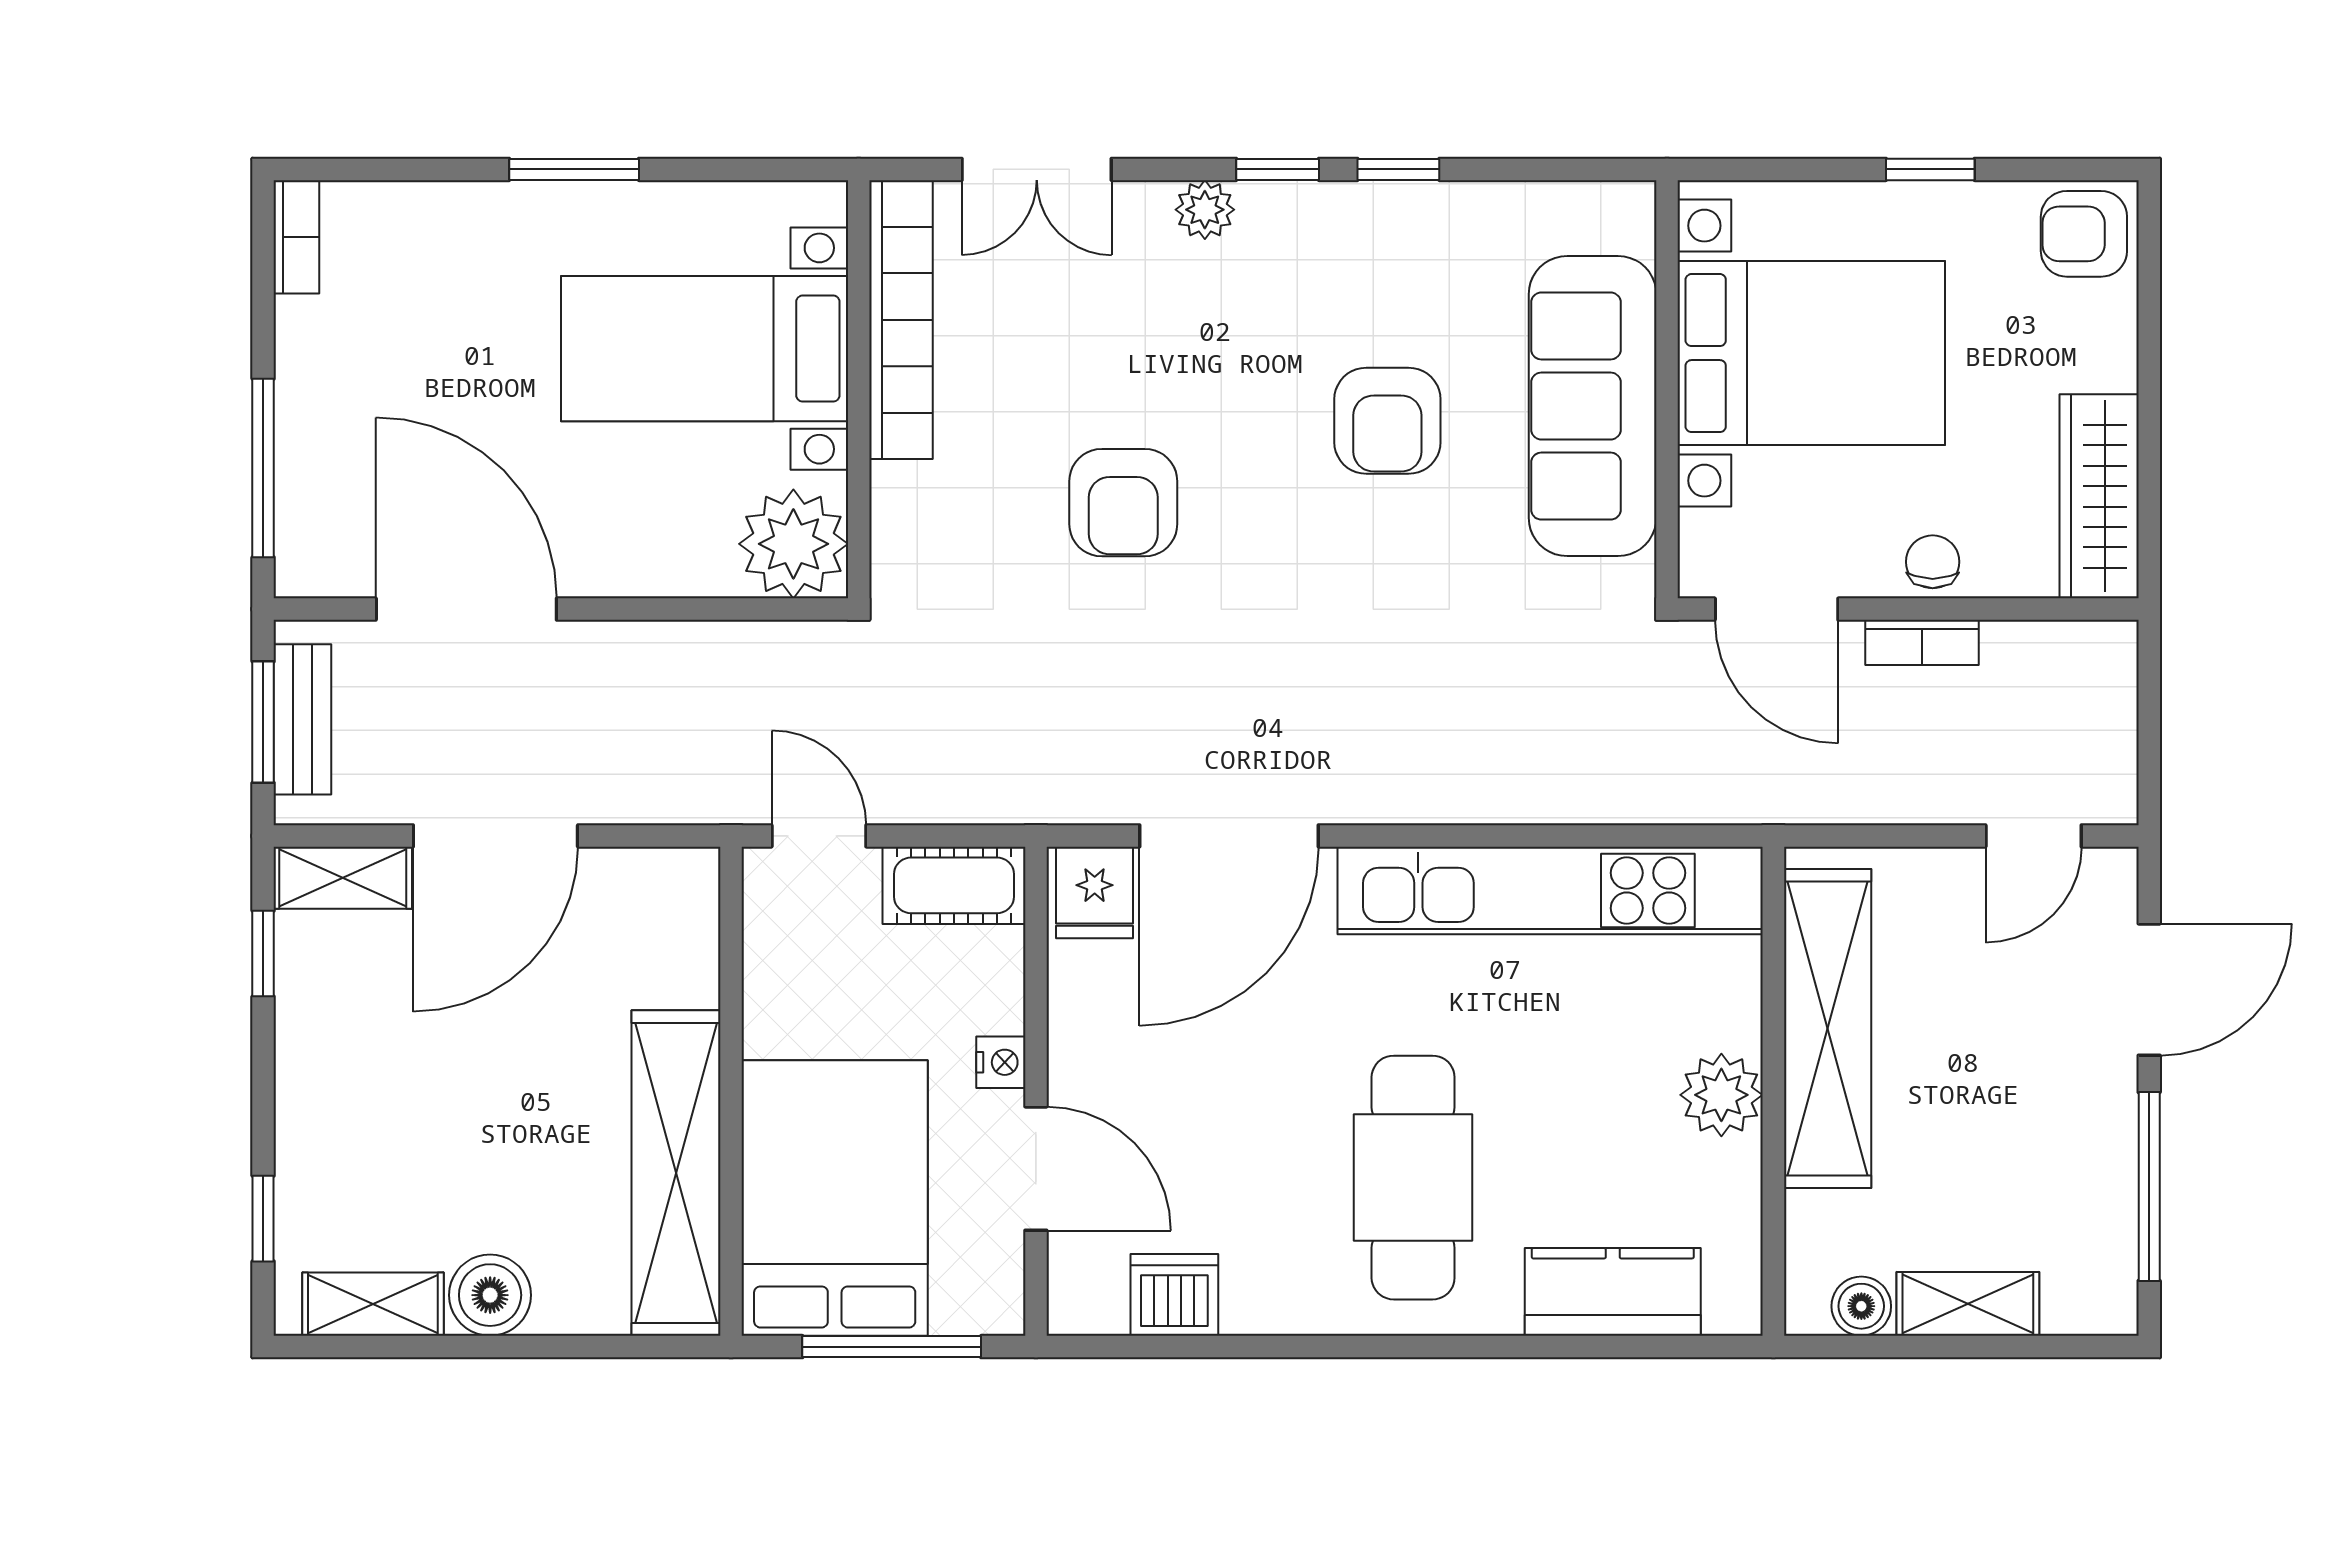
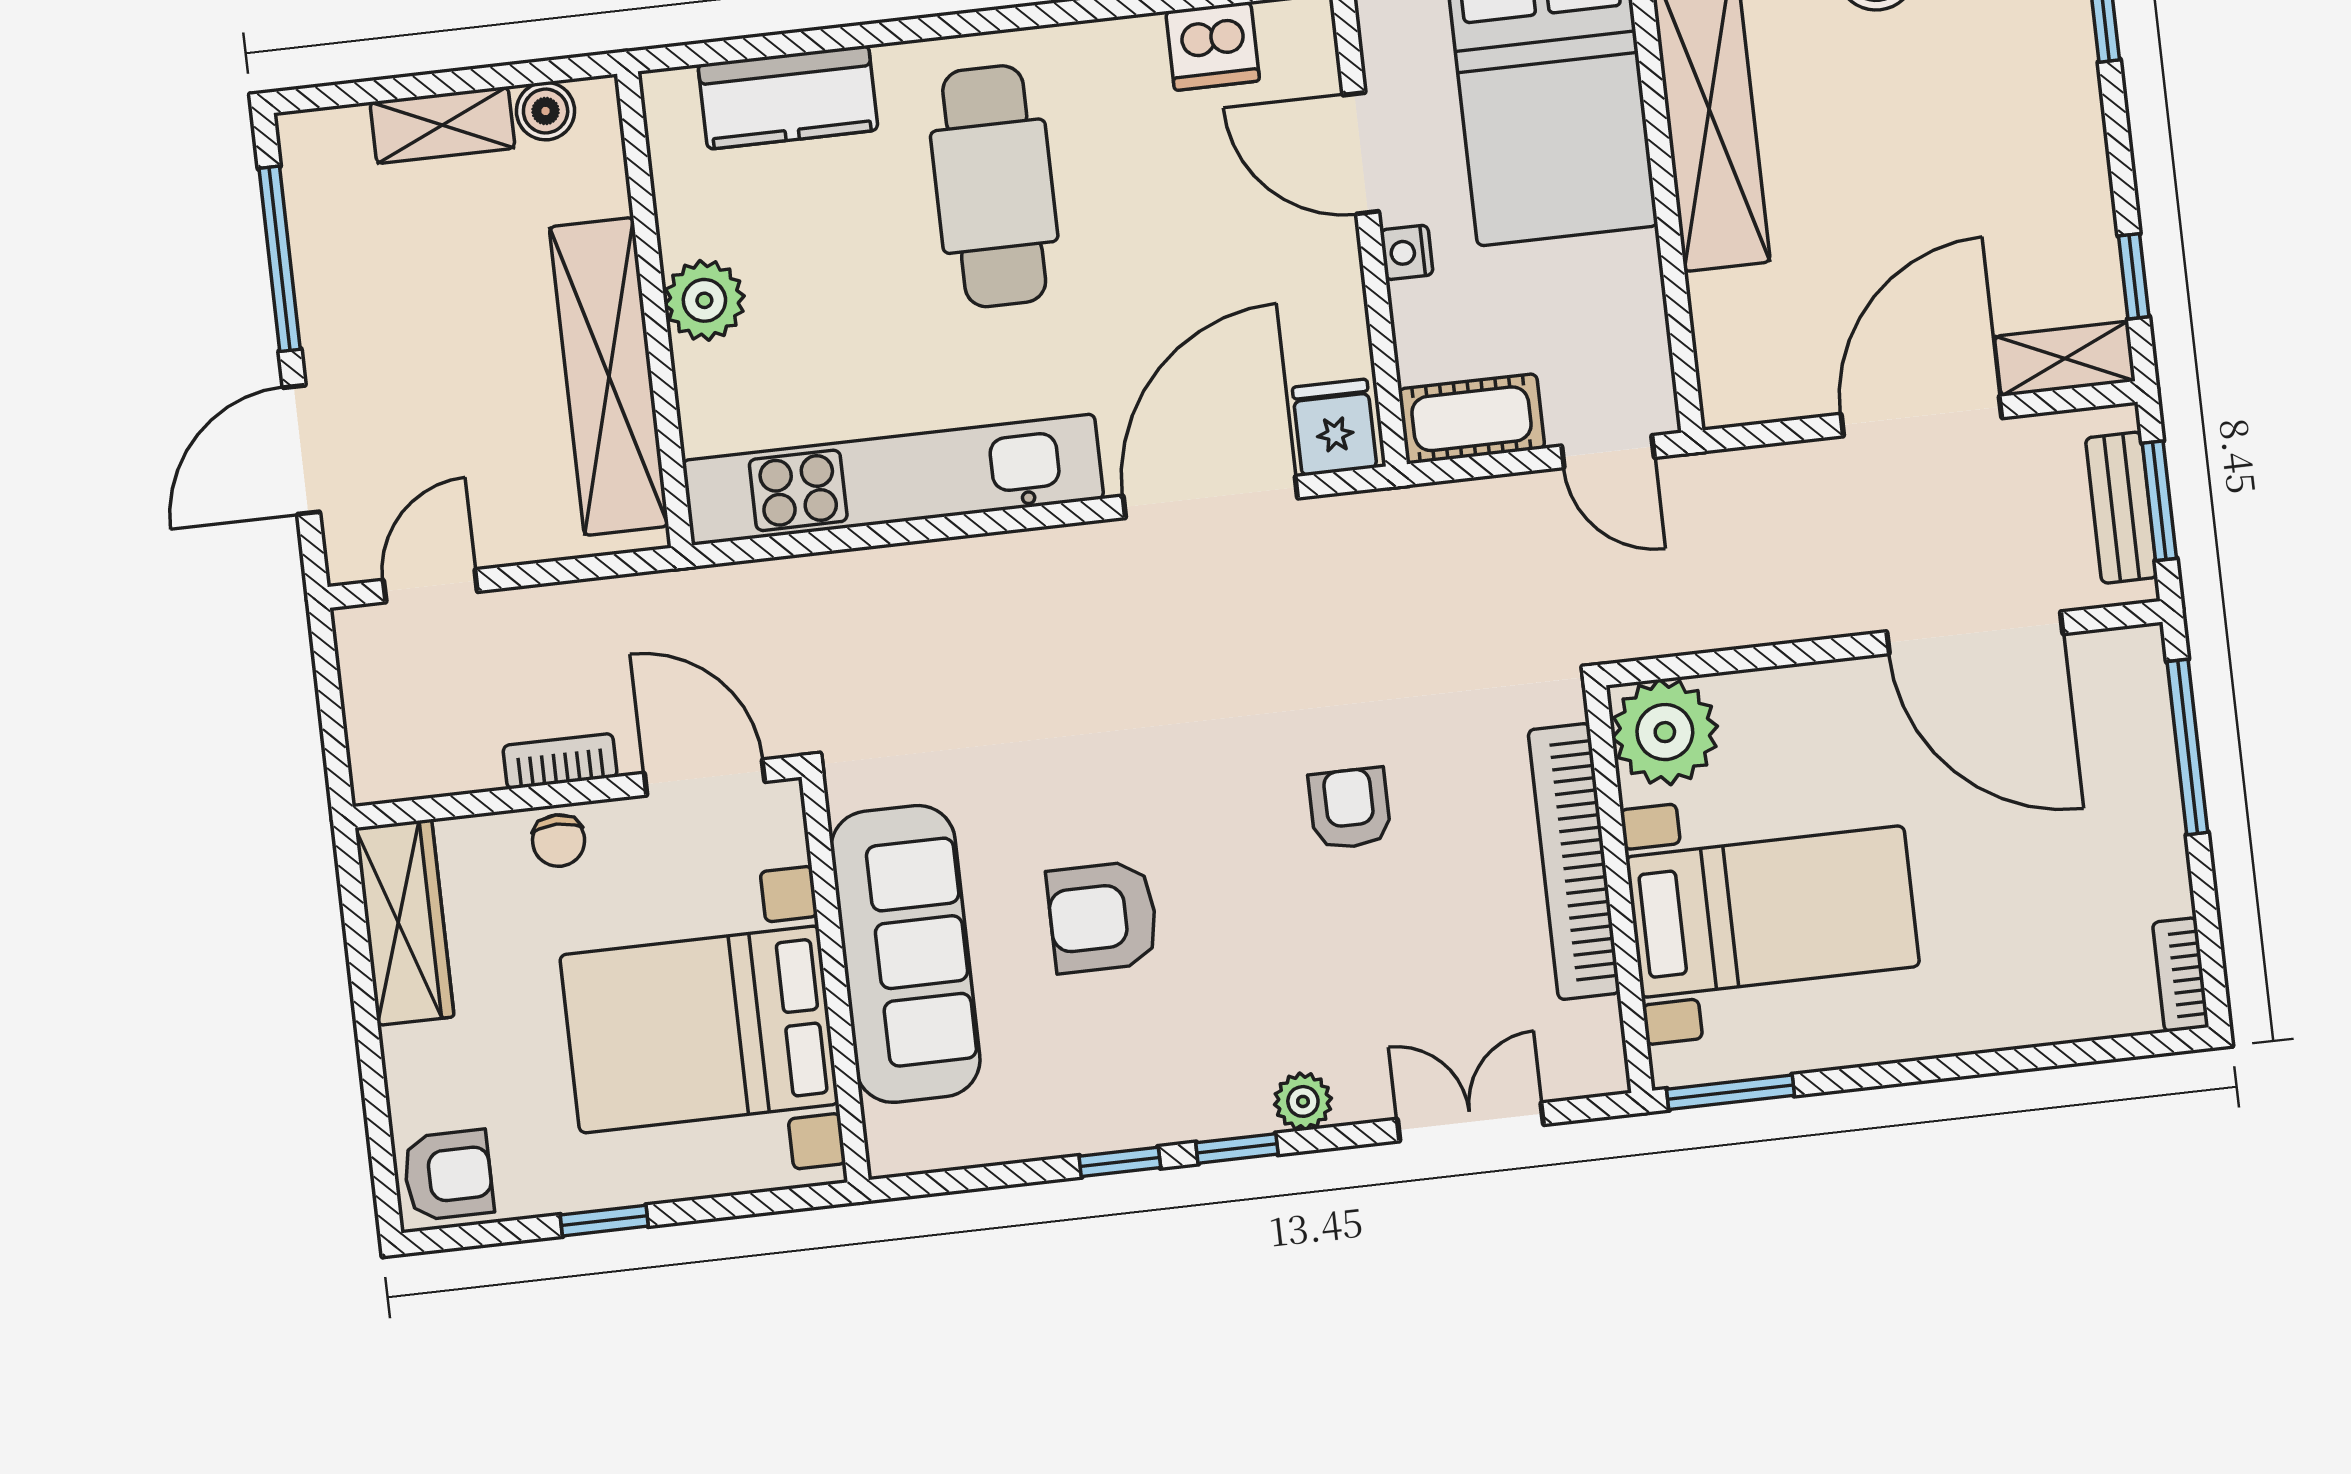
window: (574, 169) -> (1731, 1092), moved
bookcase: (901, 320) -> (1574, 861), moved
armchair: (1387, 421) -> (1103, 917), turned -90
armchair: (1123, 503) -> (1350, 808), width x0.72, depth x0.72

